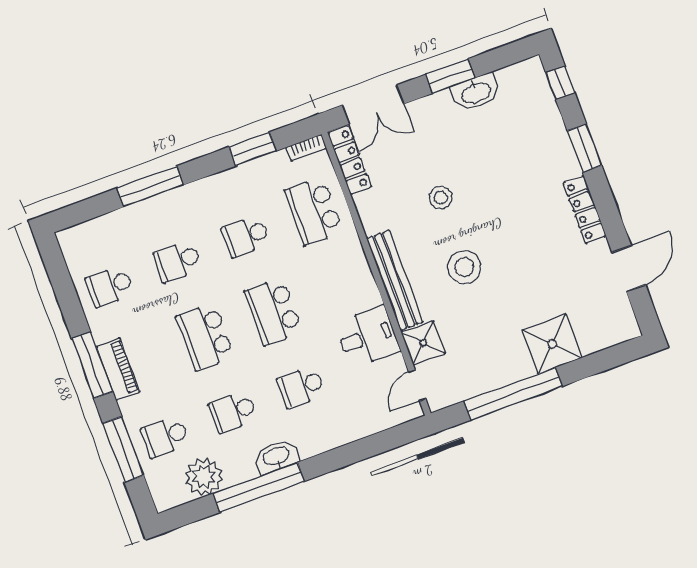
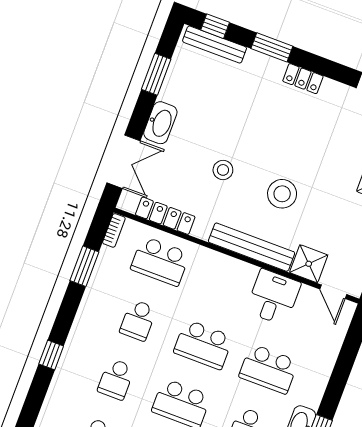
window: (450, 76) -> (156, 74), moved
washbasin: (476, 92) -> (160, 123), moved
bench: (544, 96) -> (215, 45), added
locker: (350, 160) -> (165, 216), moved
window: (150, 187) -> (51, 355), width x0.46
locker: (585, 210) -> (303, 79), width x0.66
school desk: (301, 387) -> (269, 369), width x1.85

